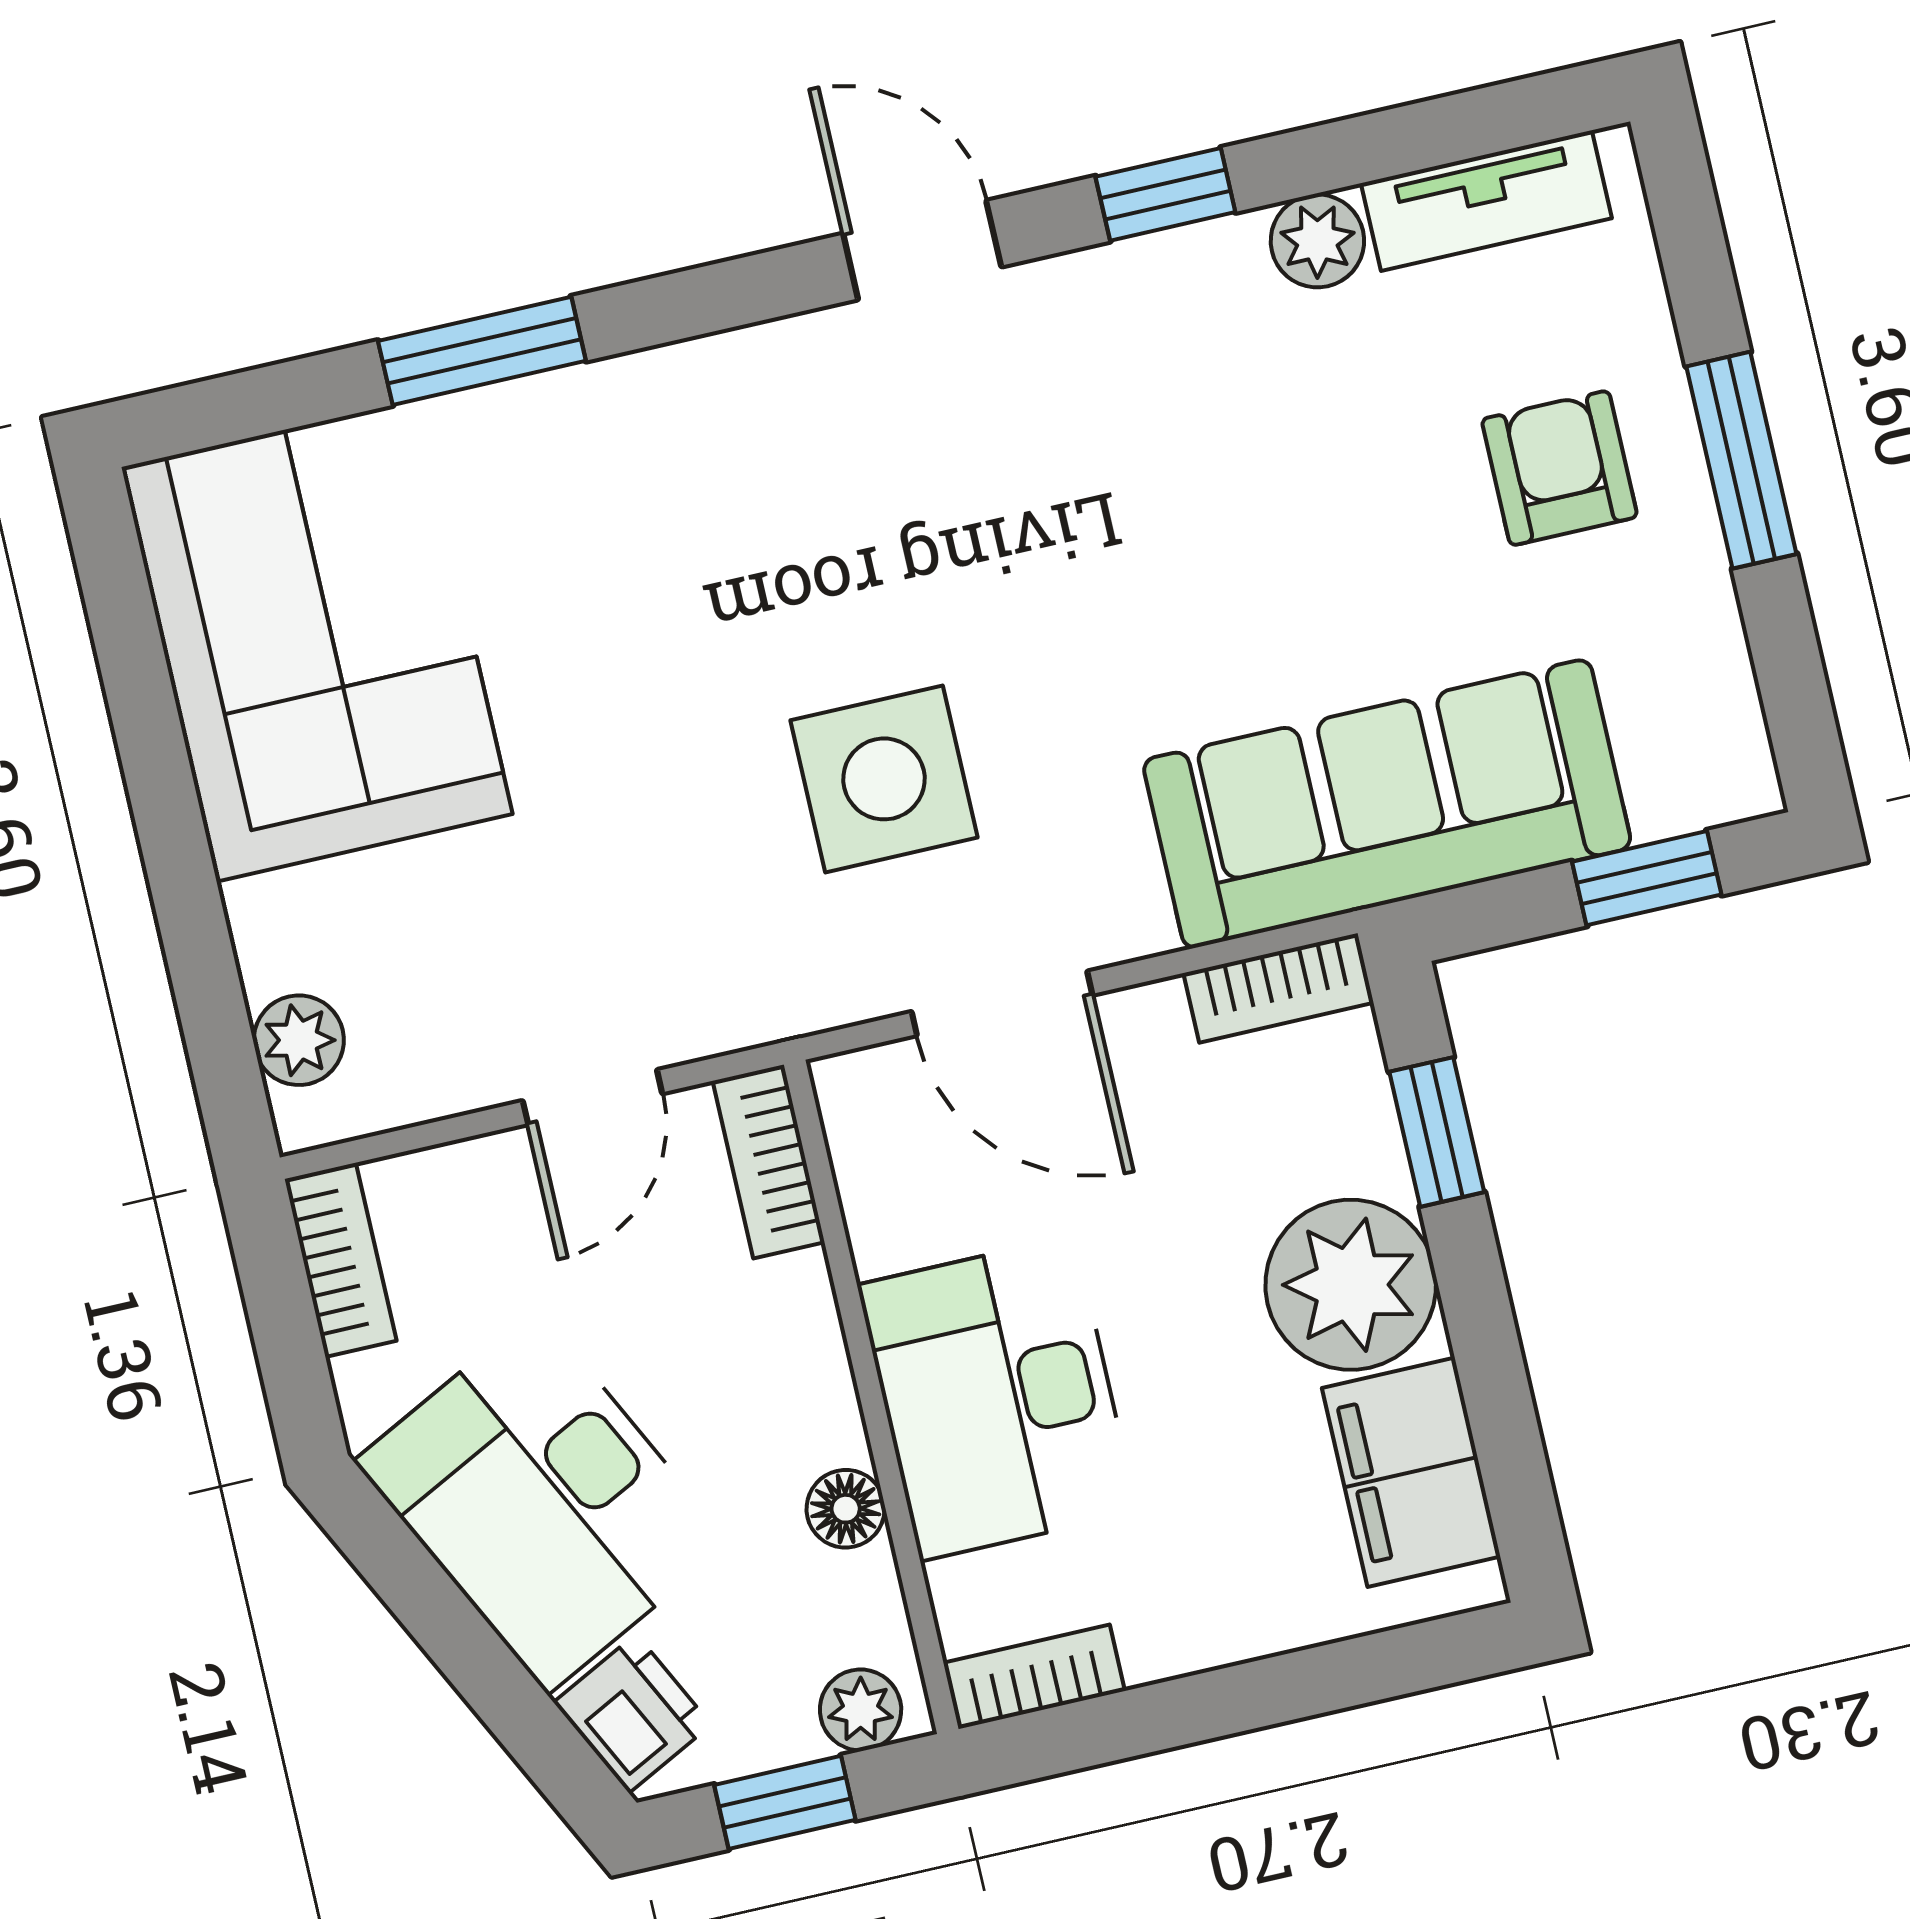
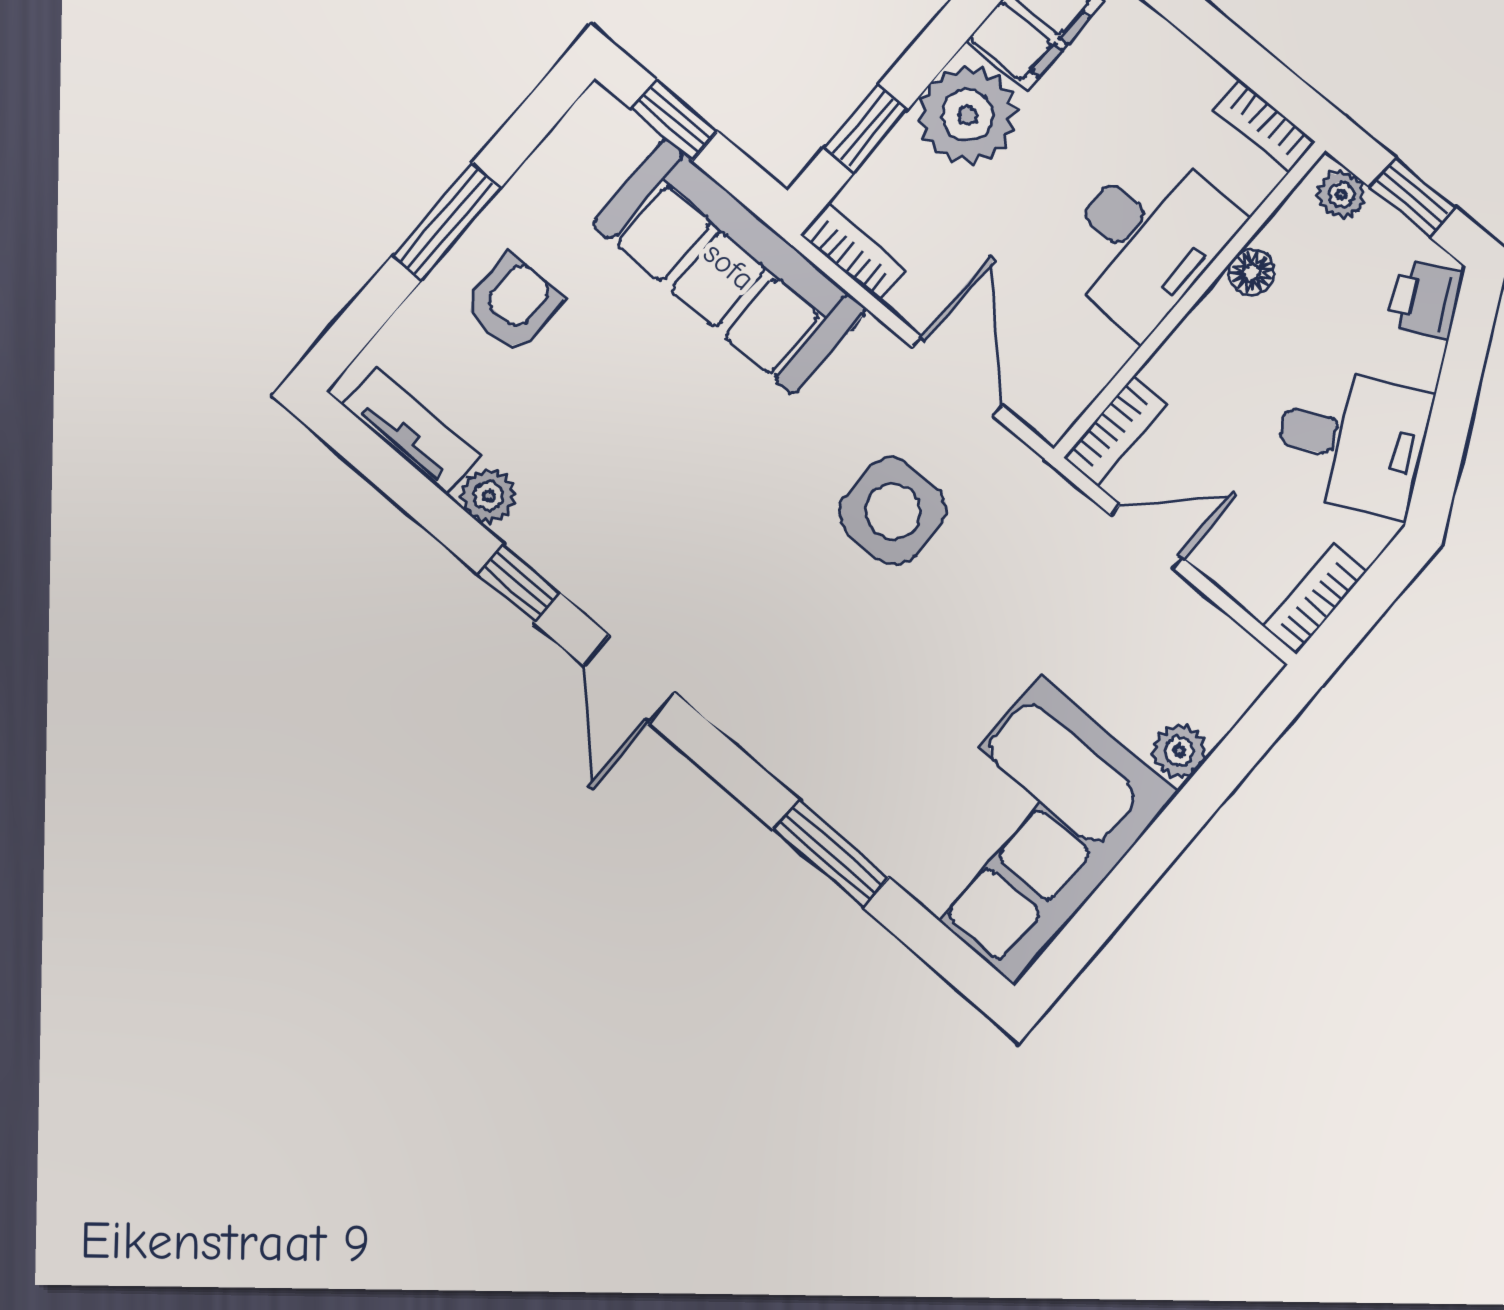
armchair: (1560, 468) -> (512, 303), turned 180
plant: (299, 1040) -> (1179, 751), moved
desk: (542, 1502) -> (1351, 441), width x0.73

